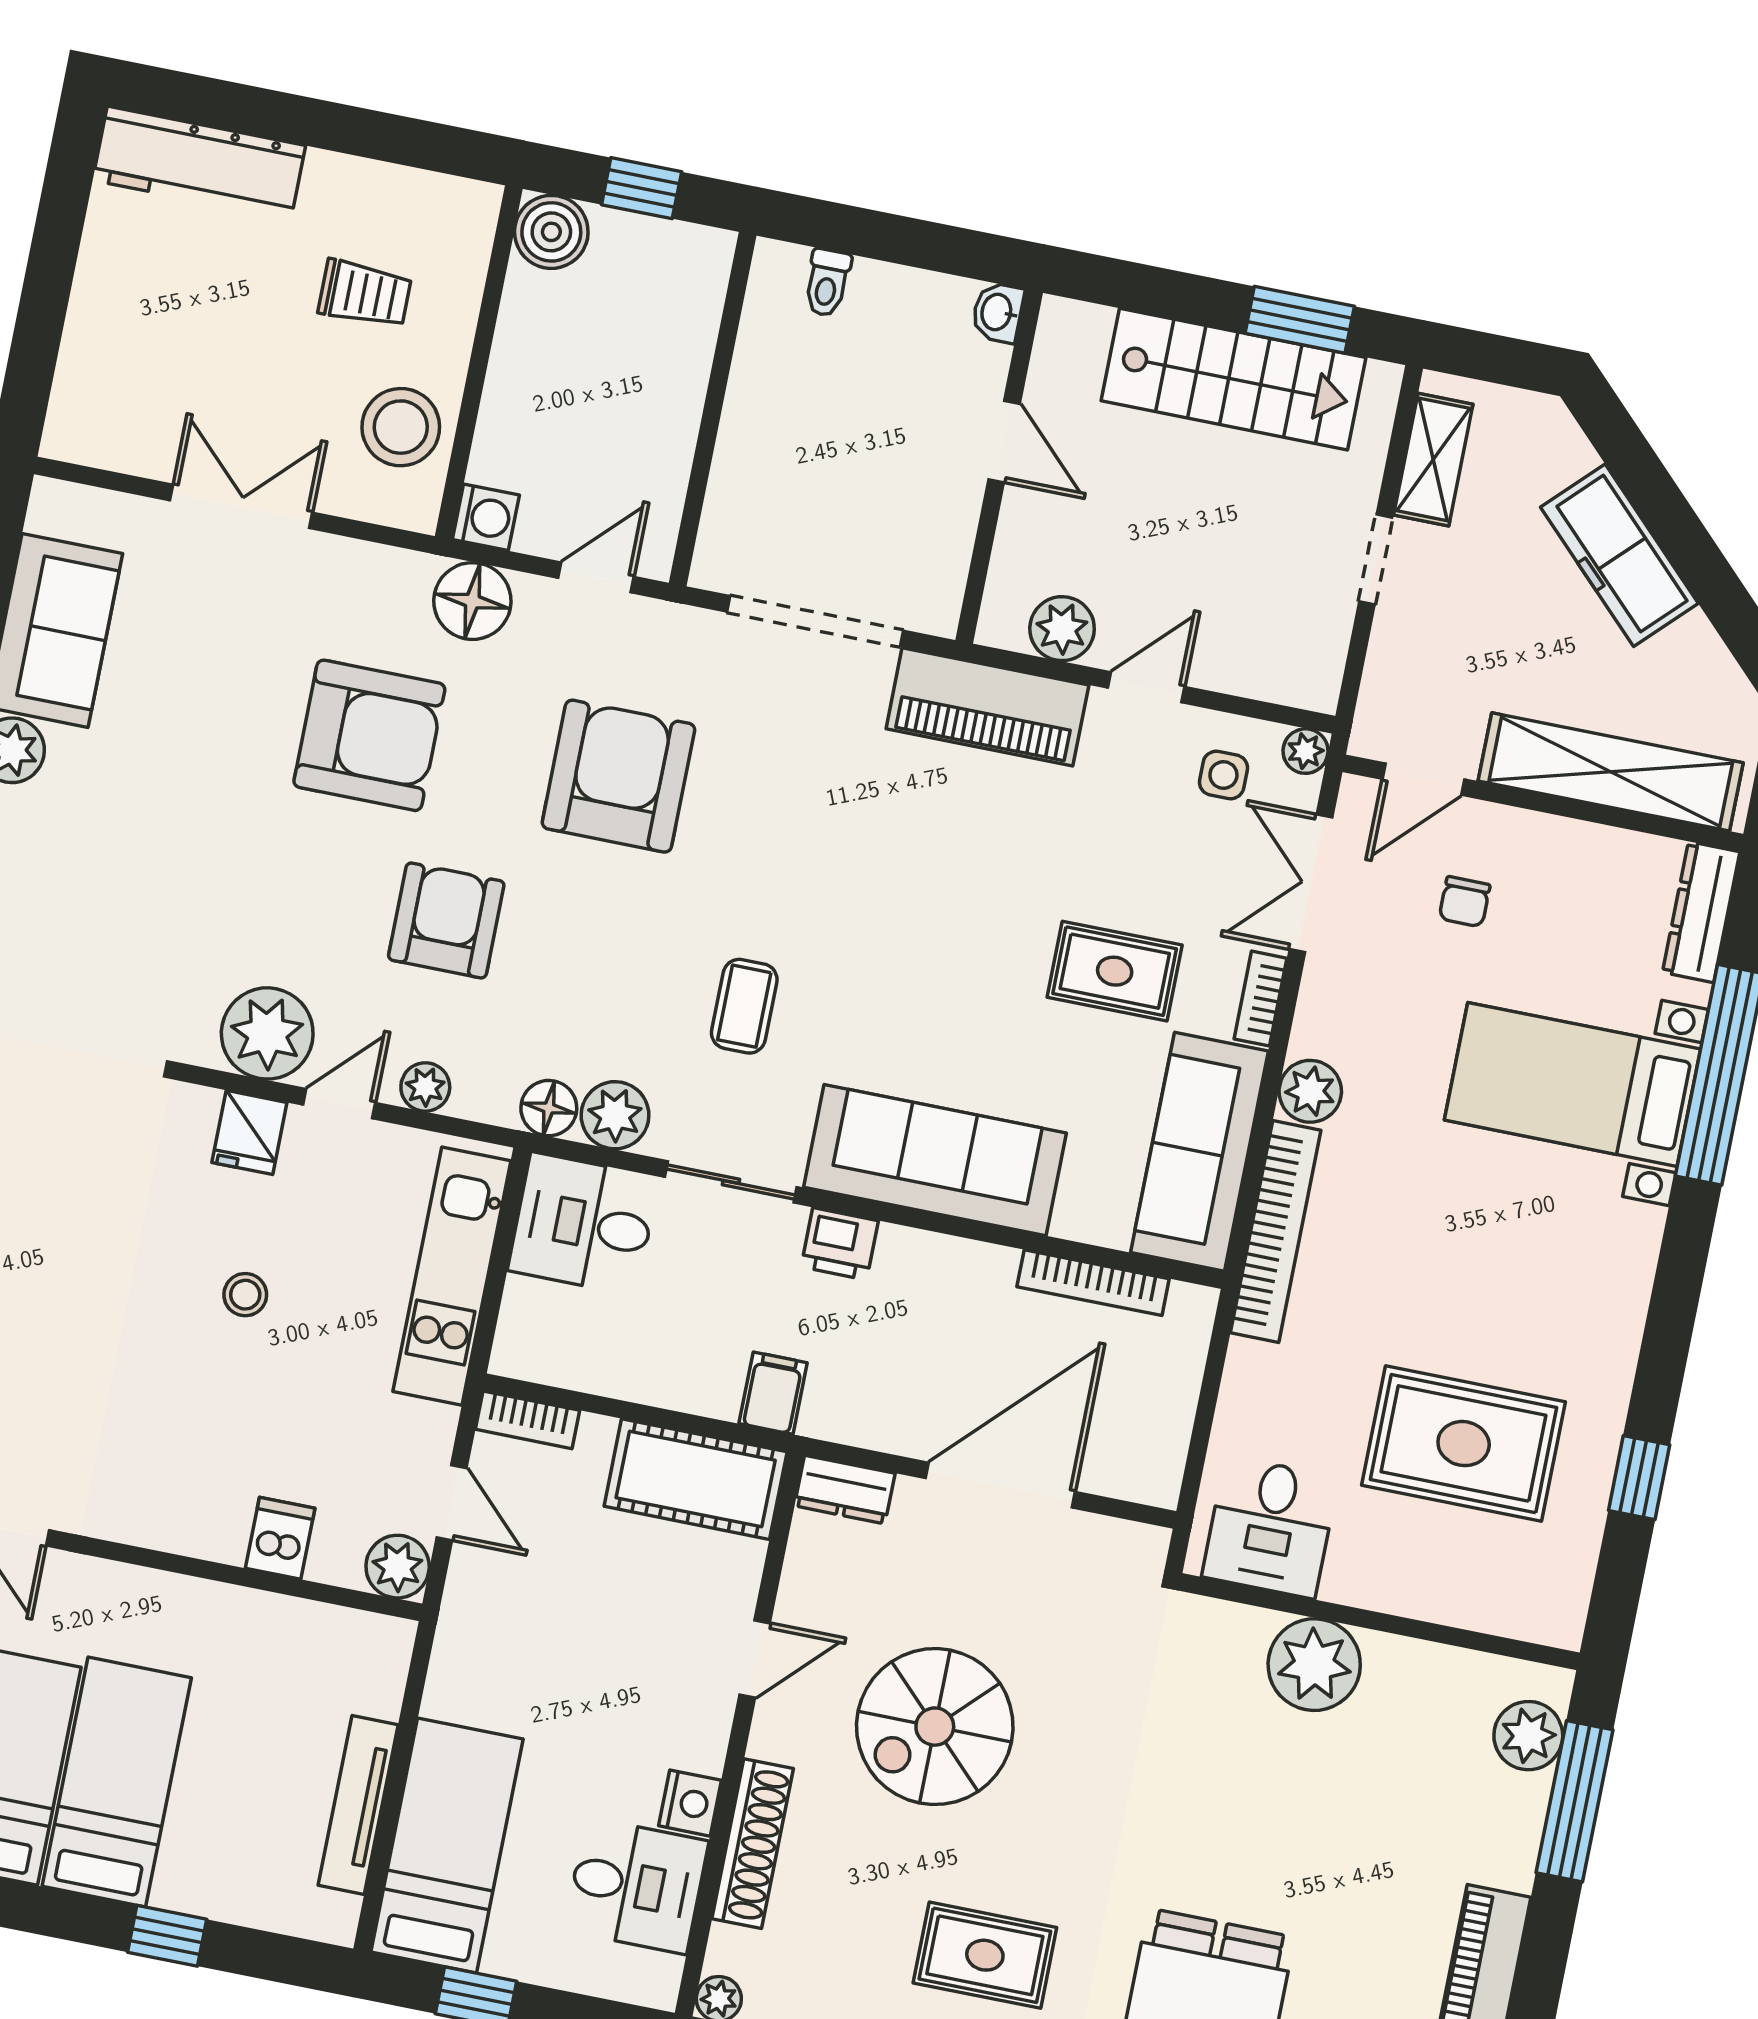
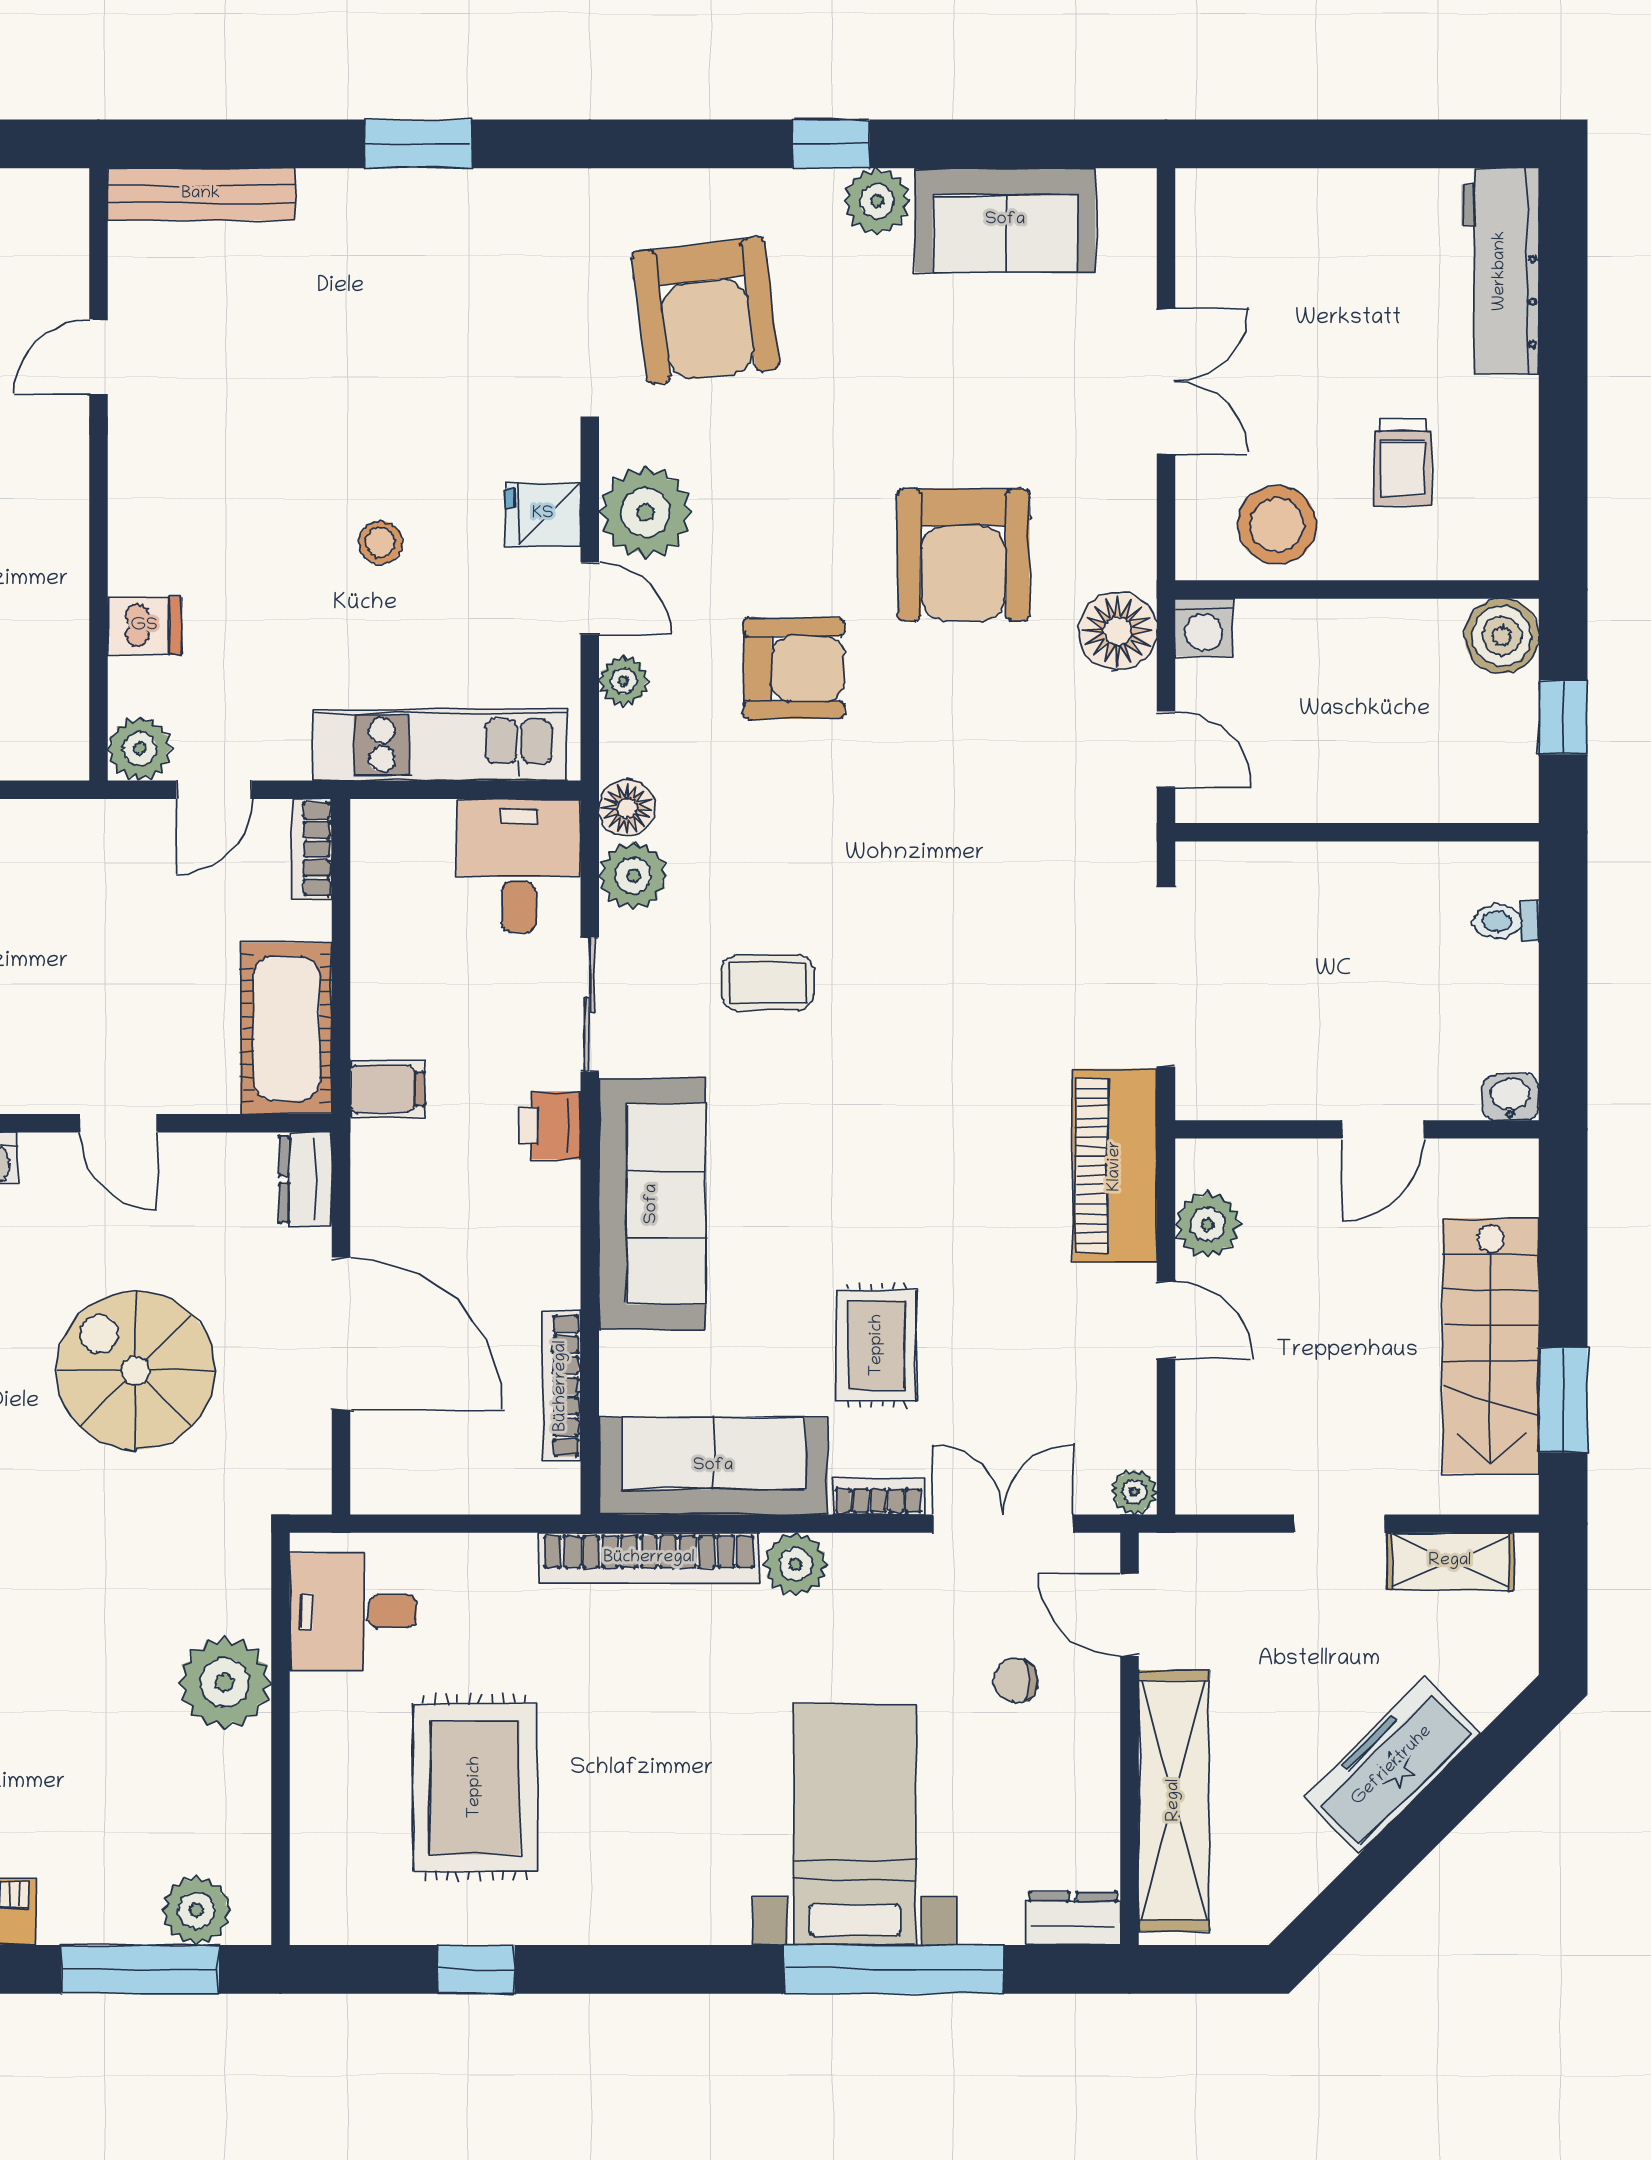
side table: (1223, 775) -> (1094, 1415), removed
armchair: (618, 776) -> (705, 310), moved, turned 83
dresser: (1701, 912) -> (1073, 1918), width x0.70
spiral stairs: (935, 1727) -> (136, 1370), moved

